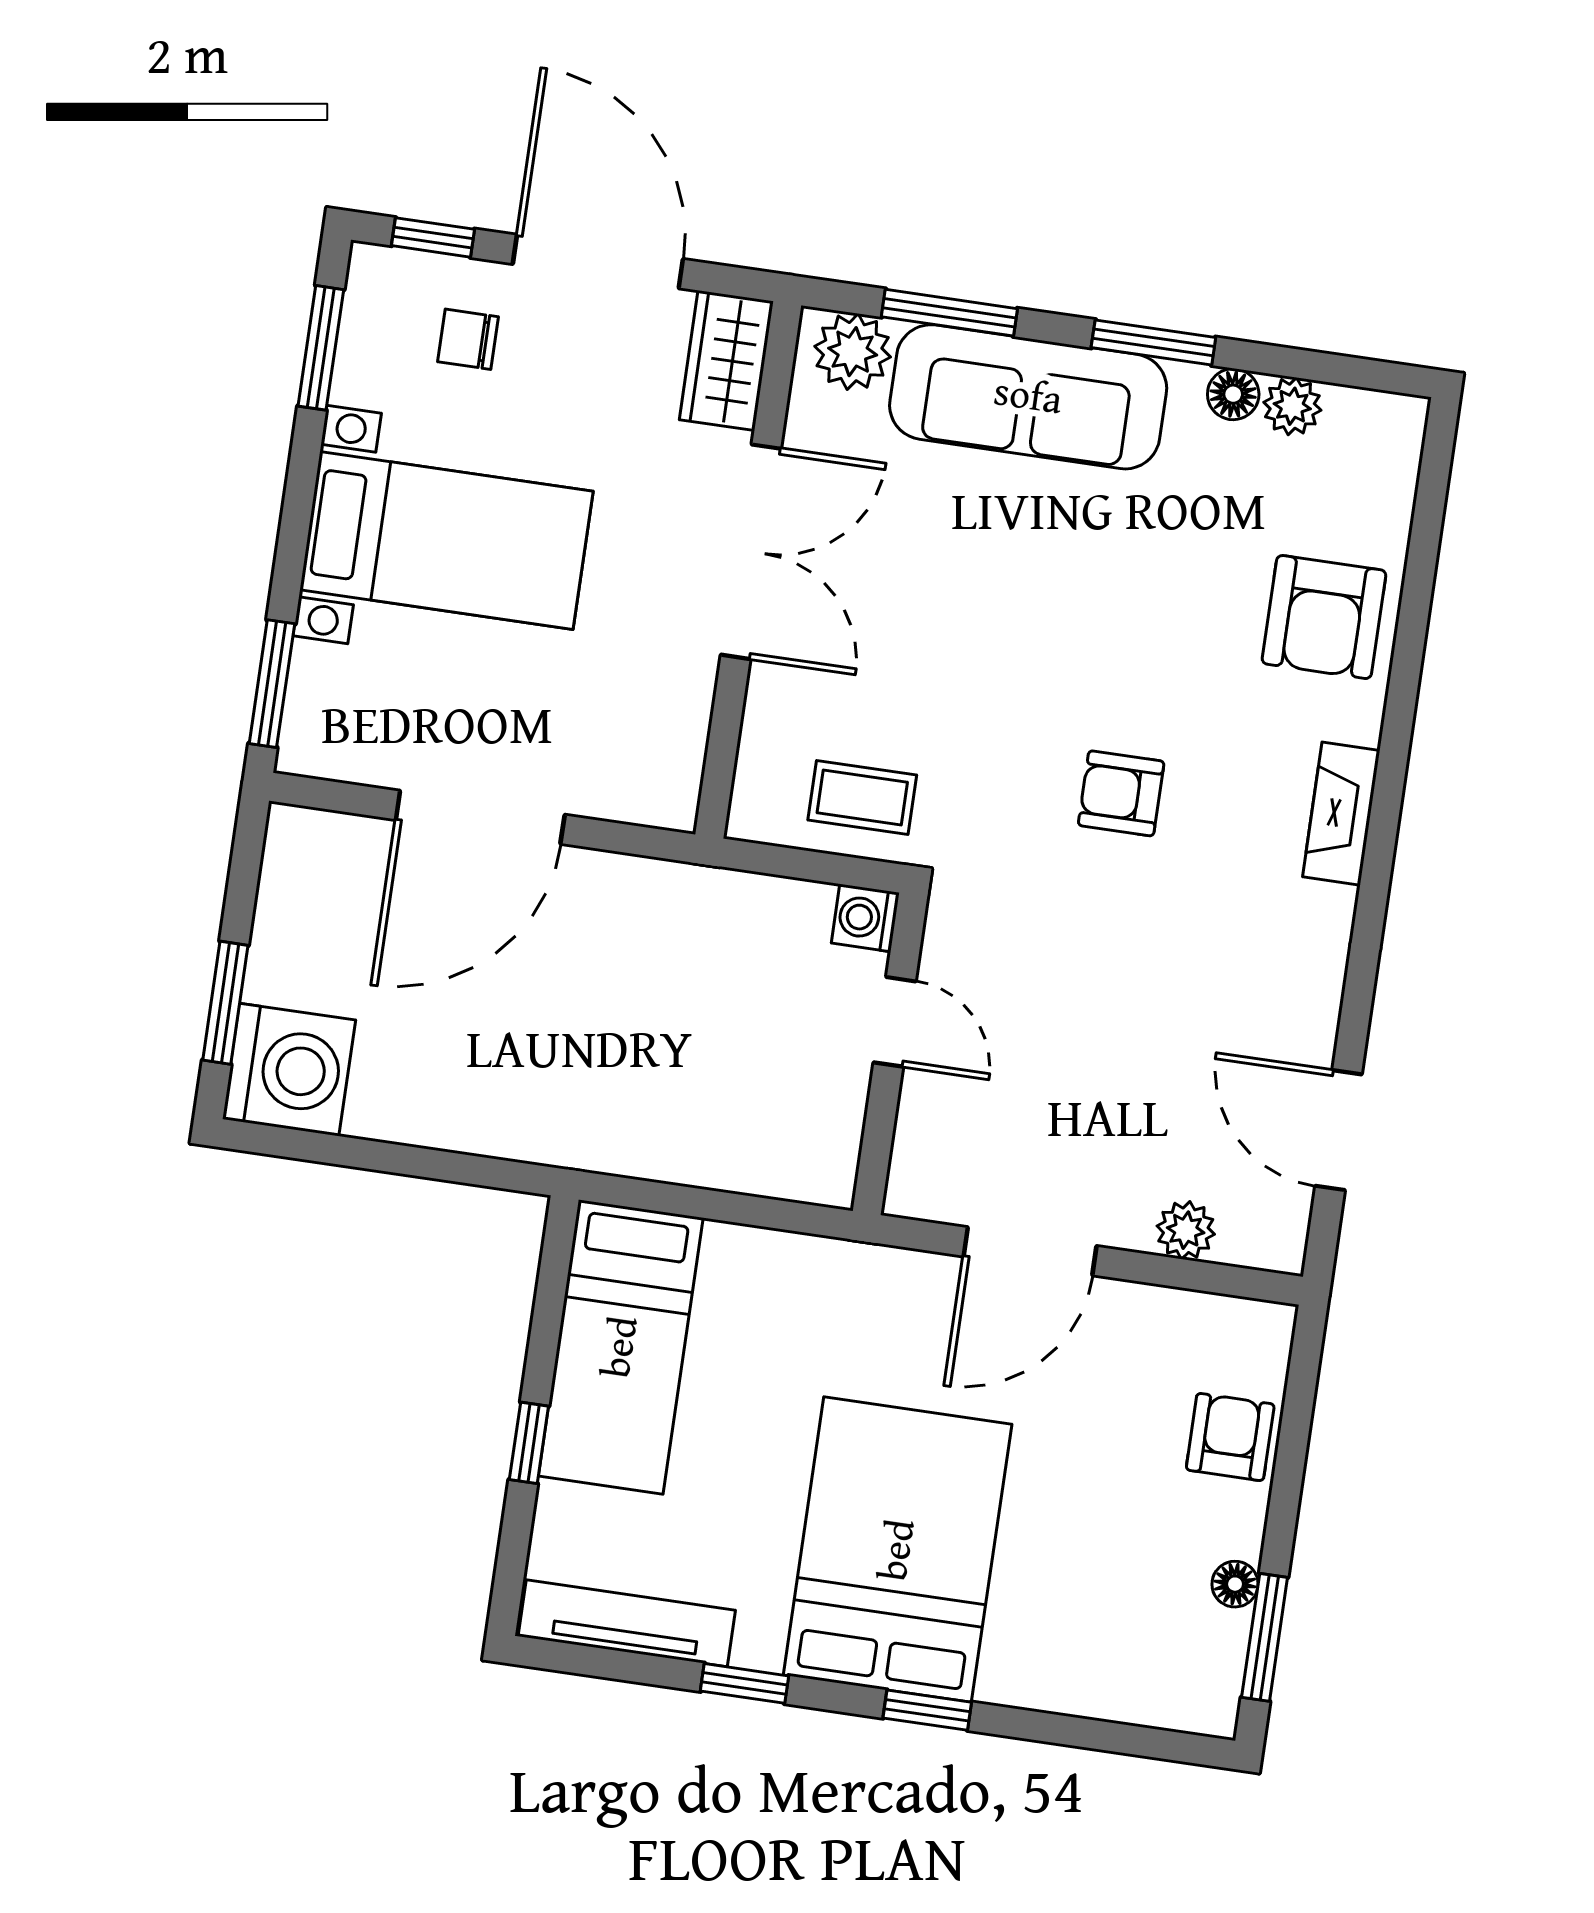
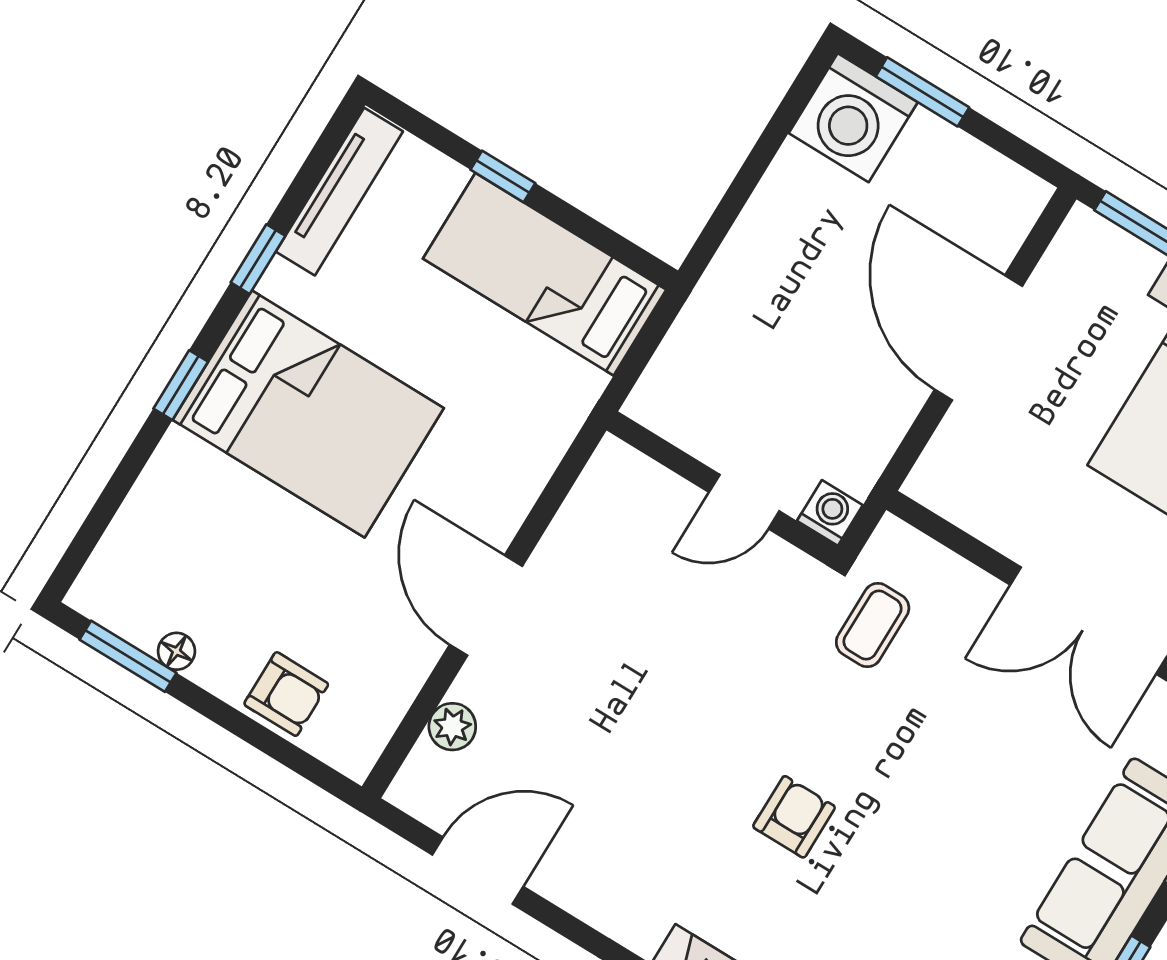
washing machine: (865, 918) -> (830, 513), moved
door: (895, 1022) -> (744, 502), moved
wall: (890, 1054) -> (722, 488), moved

